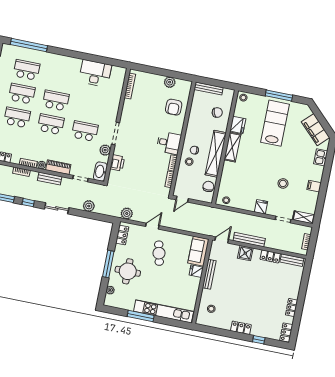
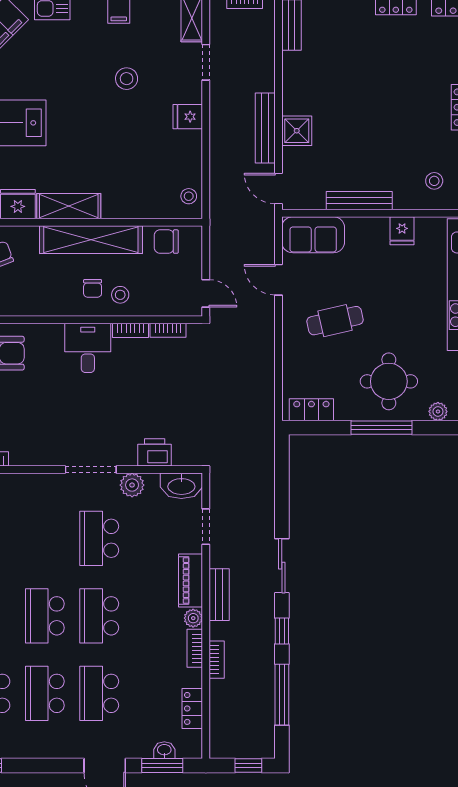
plant: (89, 206) -> (262, 496), removed
plant: (127, 214) -> (262, 409), removed
door: (152, 226) -> (278, 280), moved
locker: (270, 256) -> (293, 74), removed
fridge: (196, 271) -> (402, 231), moved

